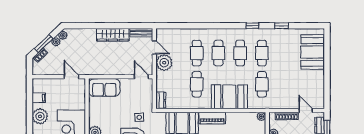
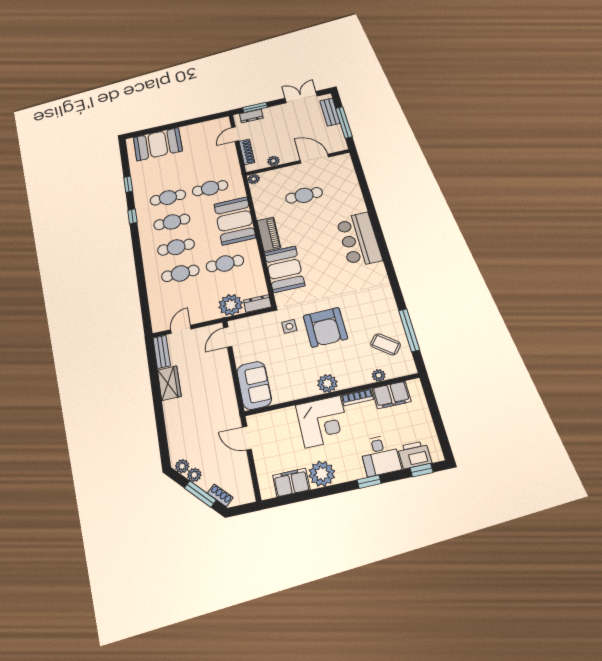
wardrobe: (113, 35) -> (169, 383), width x0.67
plant: (164, 63) -> (231, 305), moved
door: (71, 77) -> (247, 438), hinge flipped
filing cabinet: (39, 98) -> (291, 482), width x2.00

